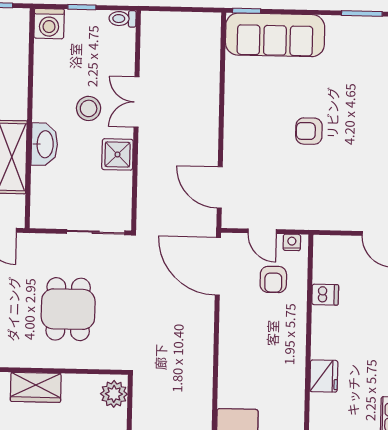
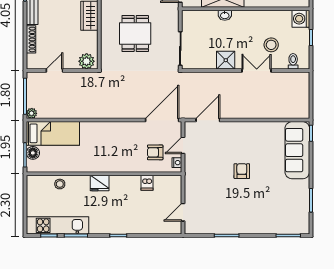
toilet: (123, 19) -> (293, 61), moved
stool: (89, 108) -> (271, 45), moved
washbasin: (44, 144) -> (225, 15), width x0.52, depth x0.69
dining table: (68, 309) -> (135, 34), turned 90

